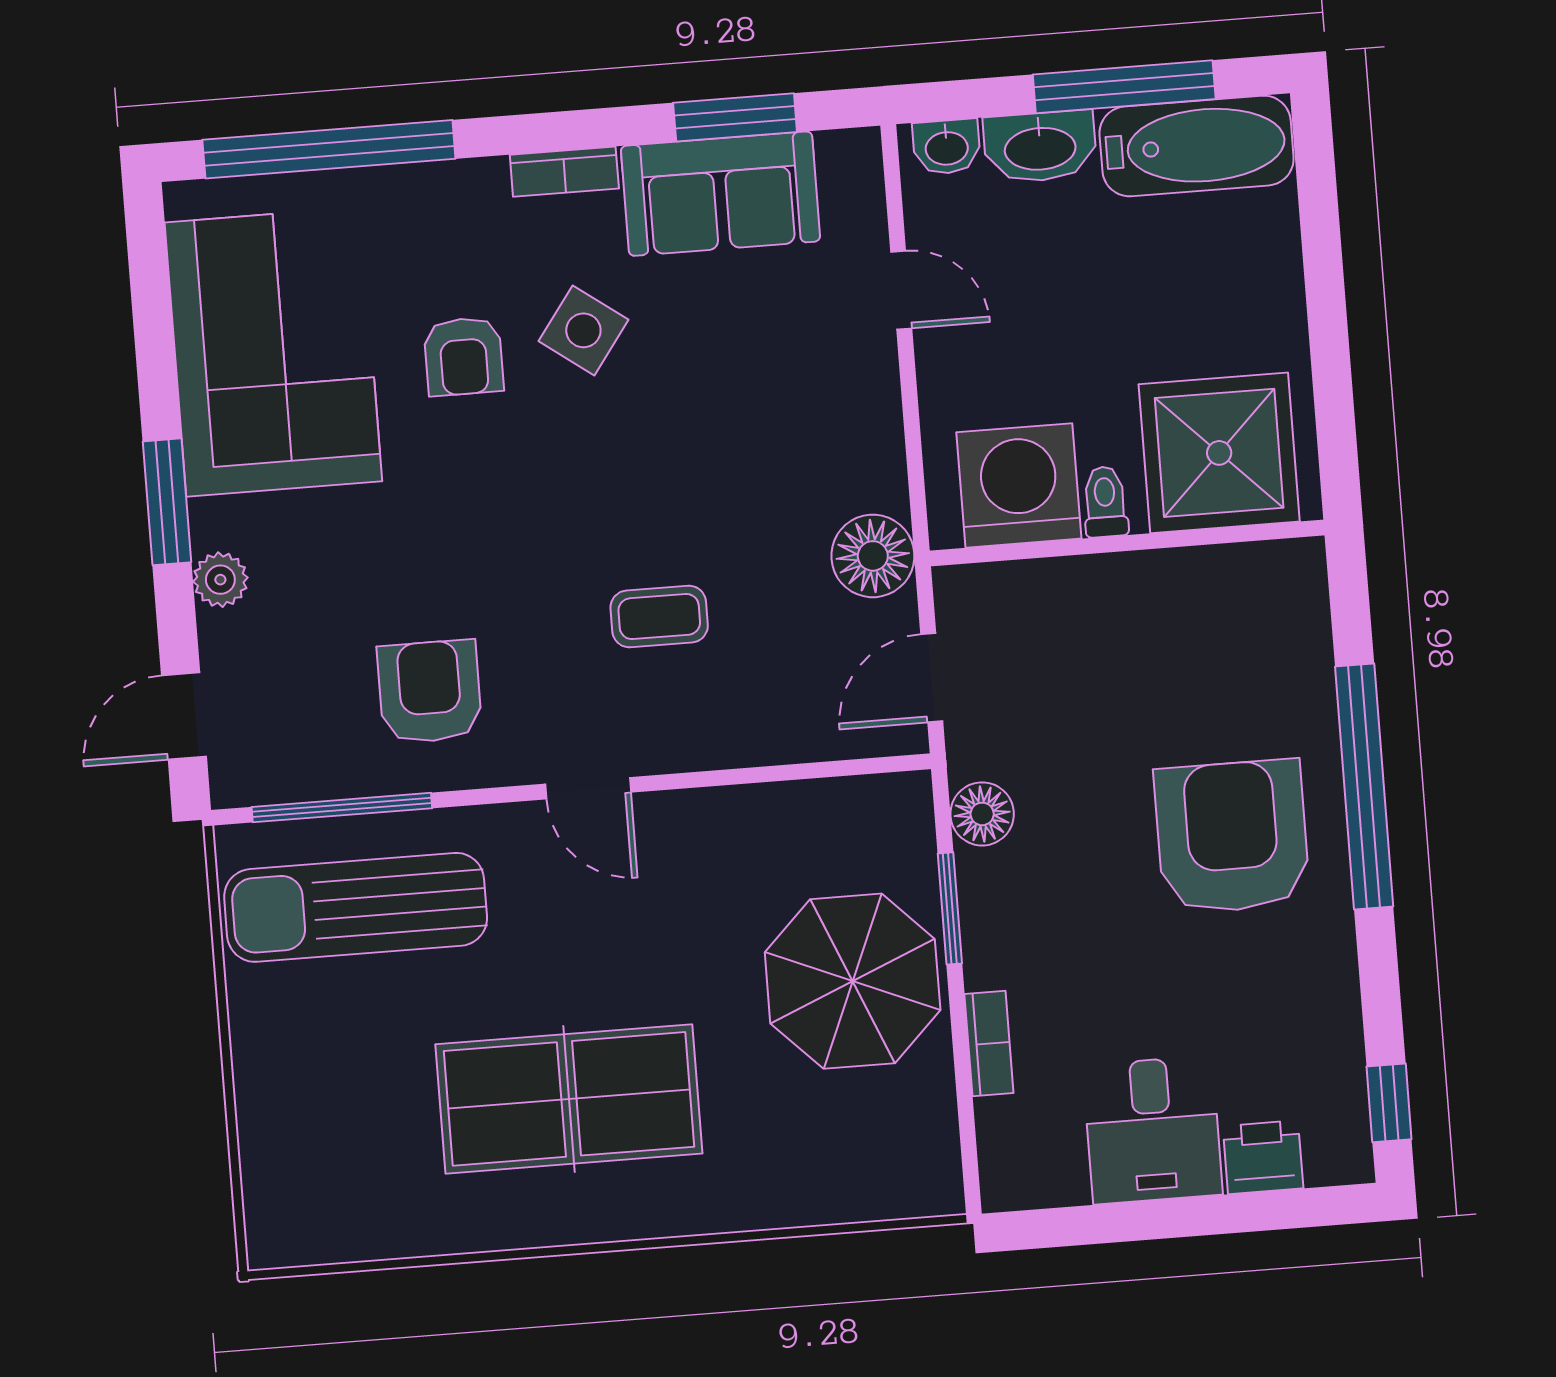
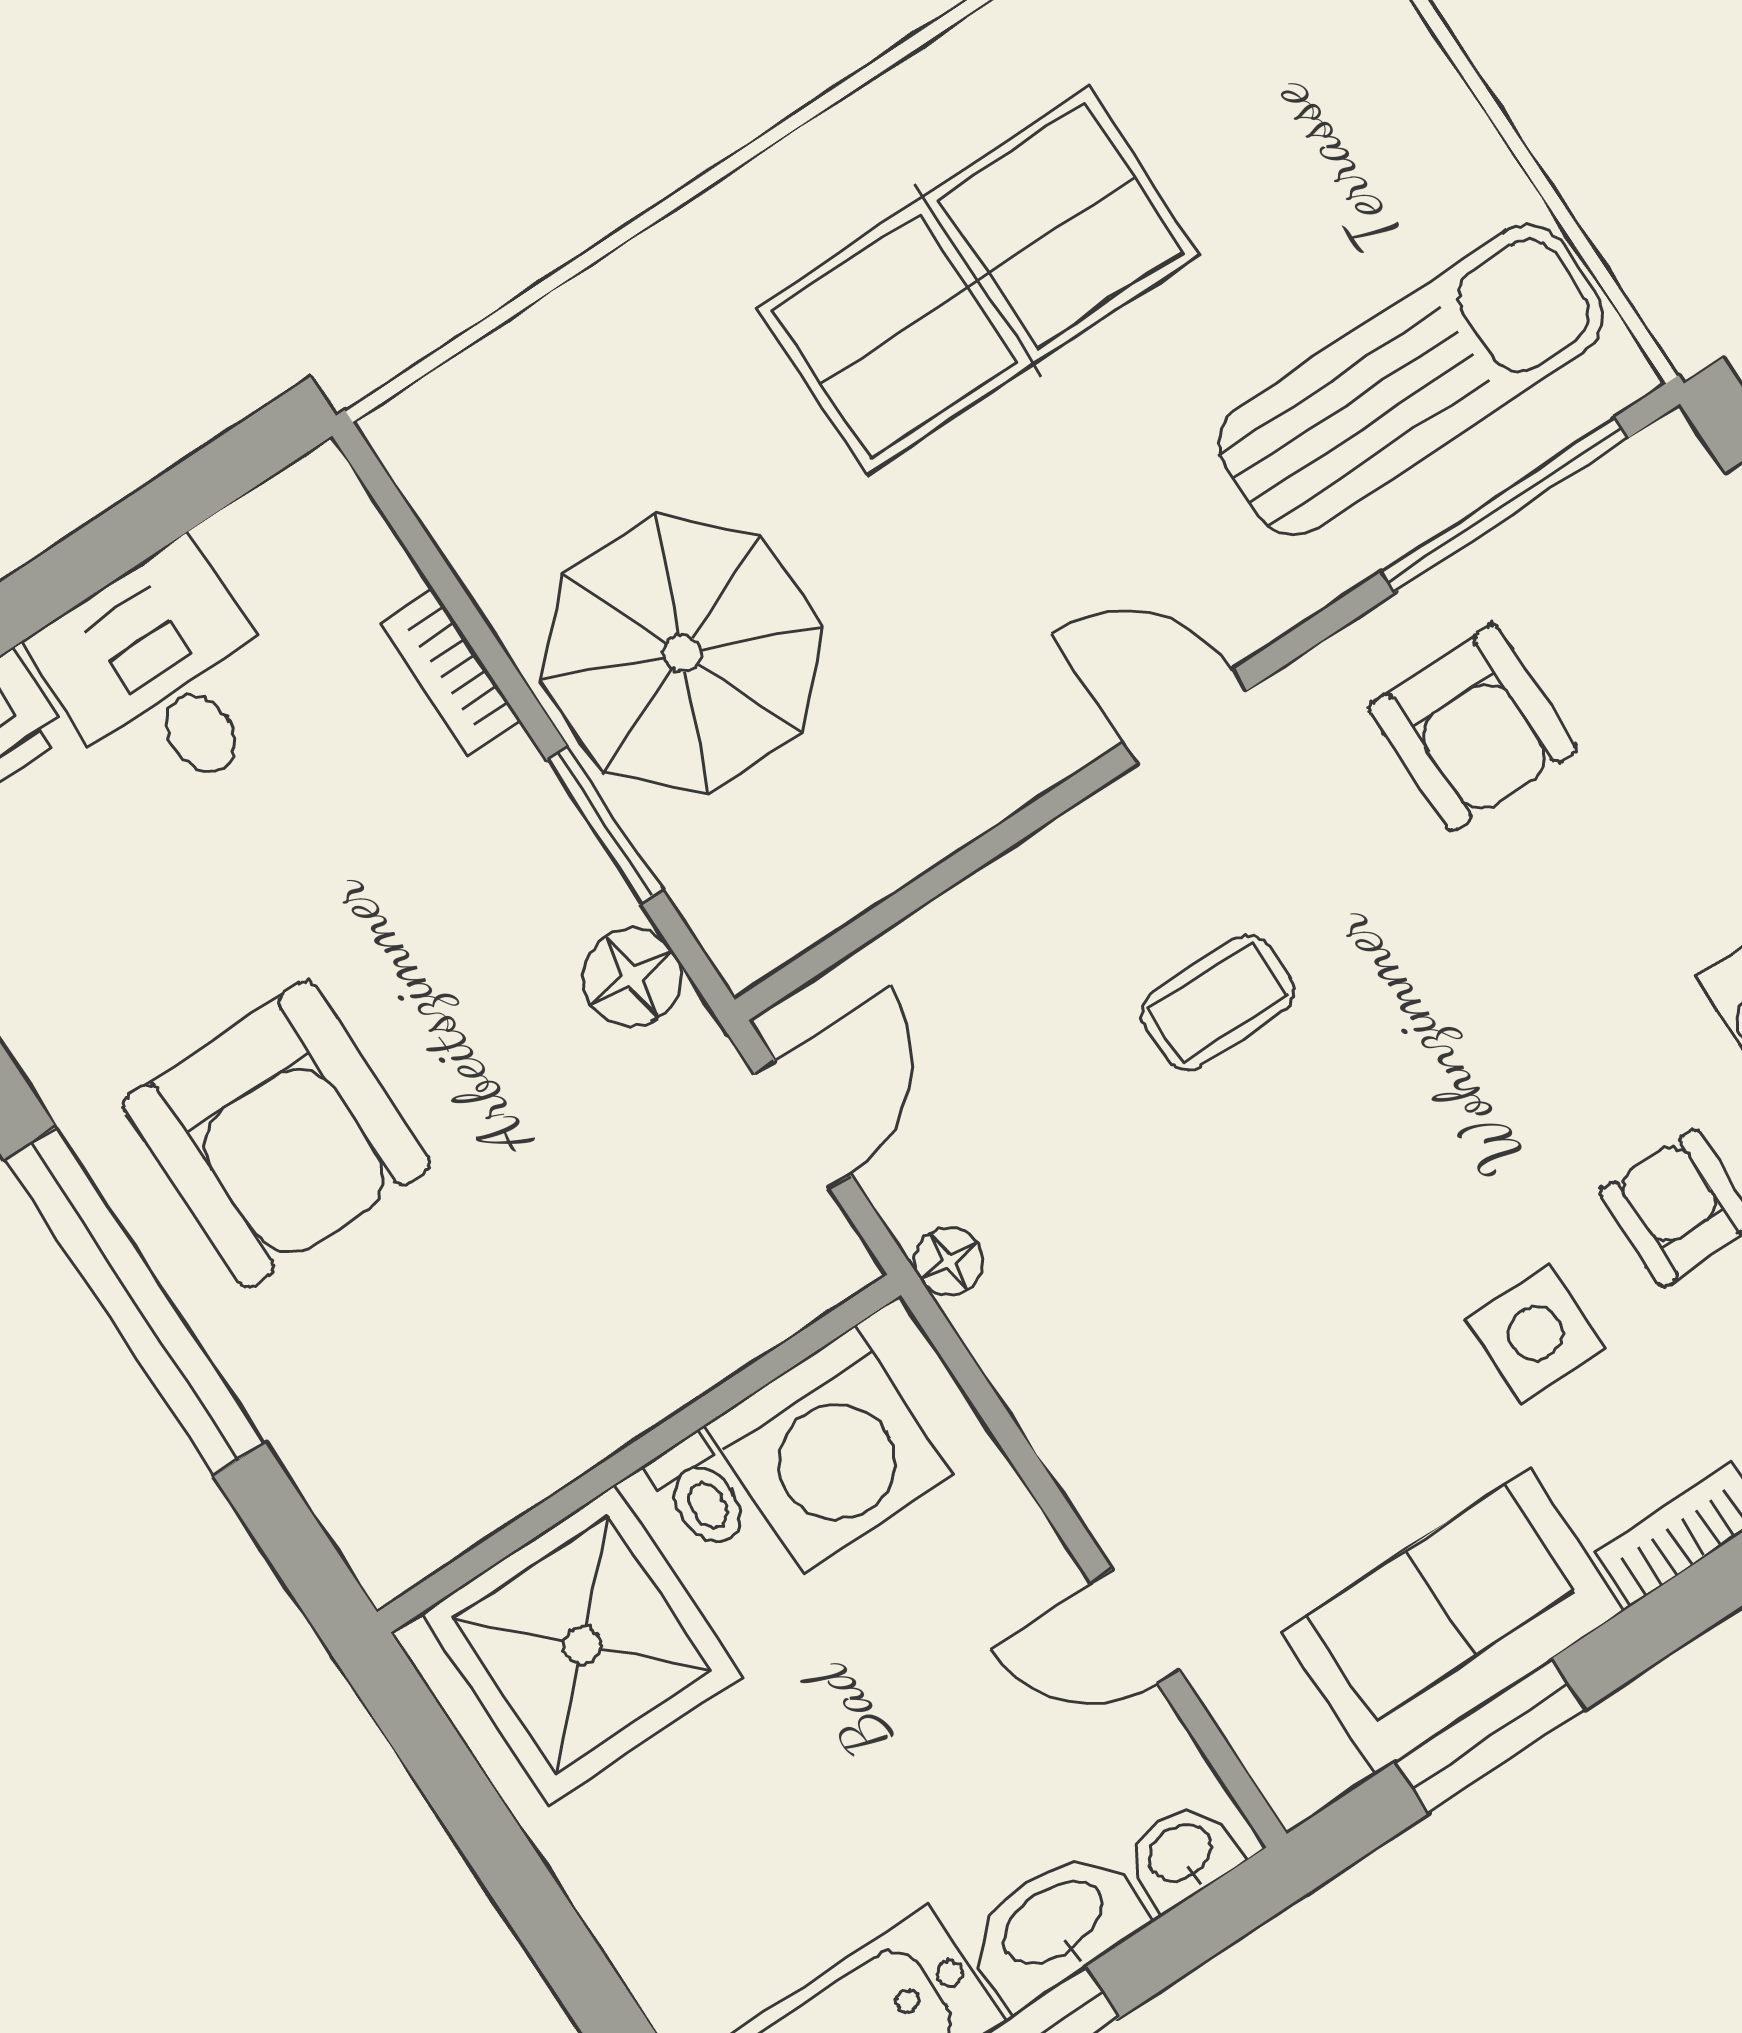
side table: (583, 330) -> (1535, 1333), turned -36
floor lamp: (873, 556) -> (949, 1261), width x0.53, depth x0.53

